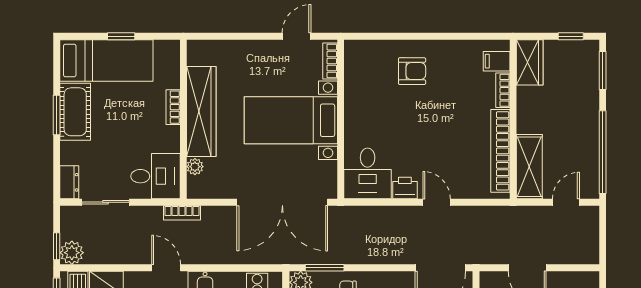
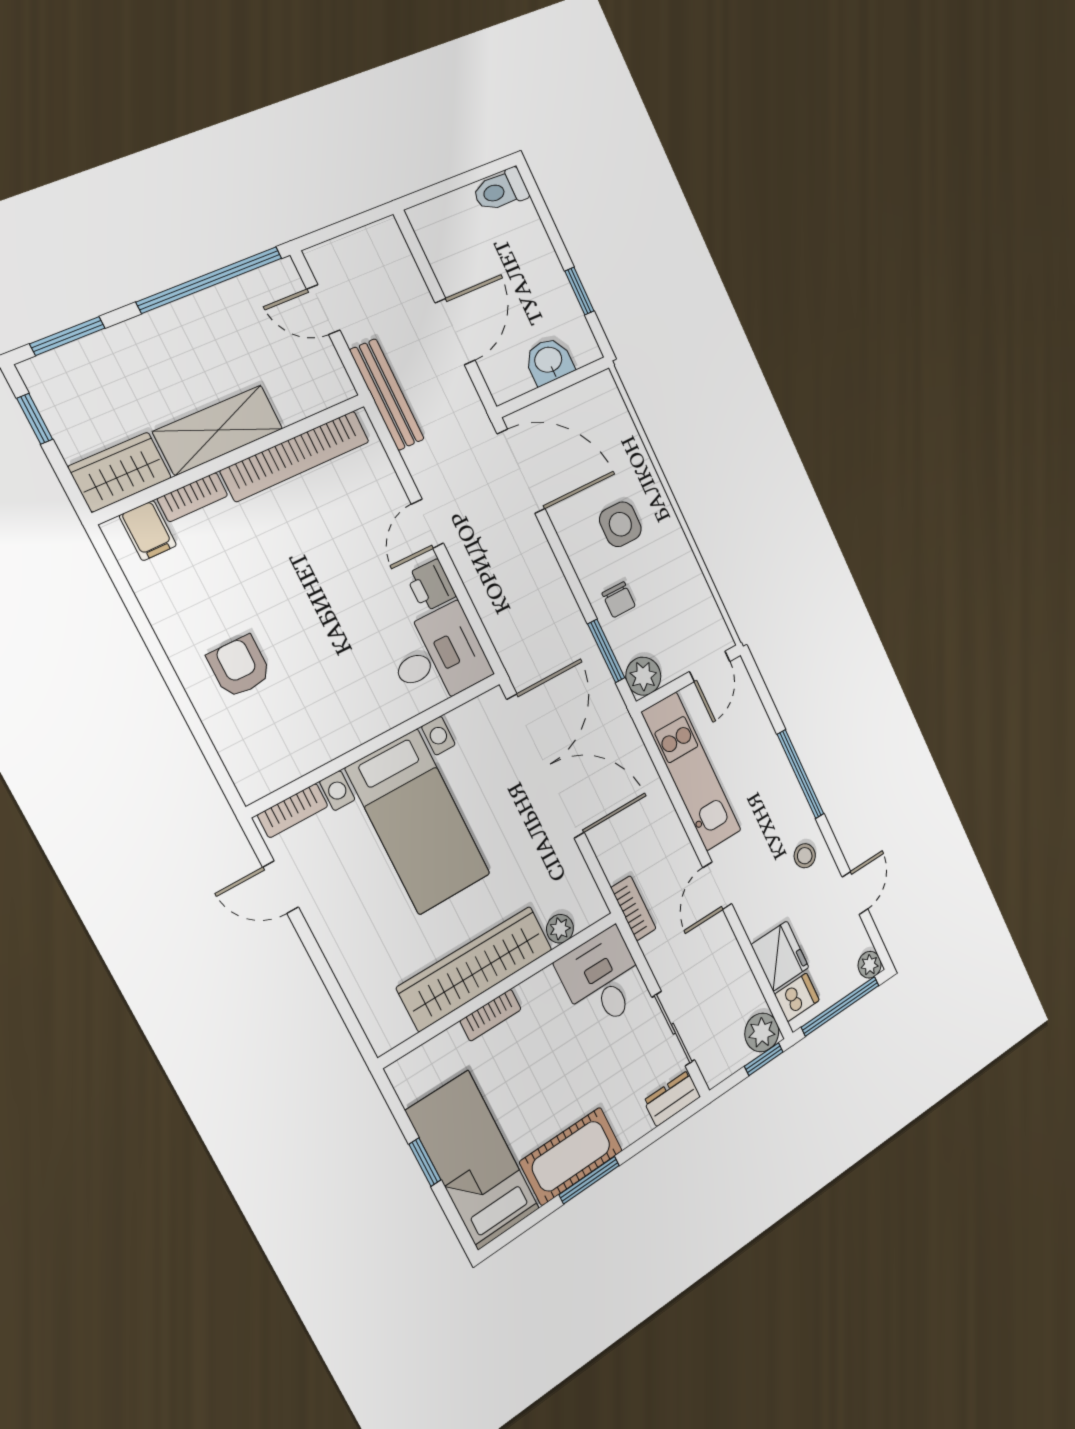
shelving: (529, 167) -> (218, 430), moved
bench: (510, 214) -> (387, 395), added

